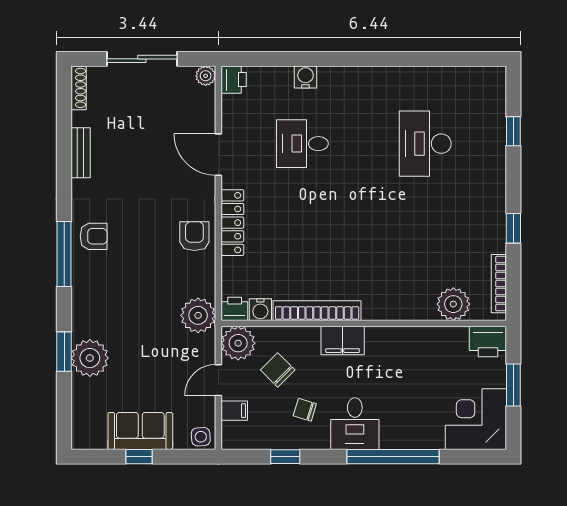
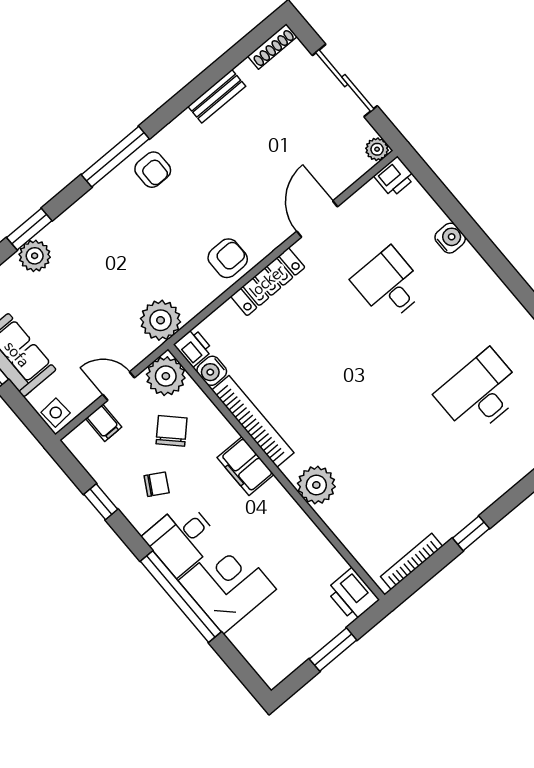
plant: (453, 304) -> (316, 485), moved
plant: (90, 358) -> (35, 256), width x0.73, depth x0.73
chair: (305, 410) -> (157, 484), turned 103
corner desk: (476, 419) -> (227, 585), moved

